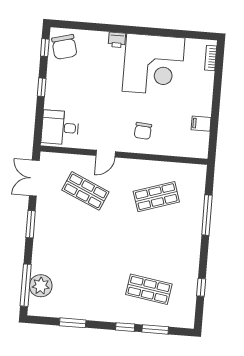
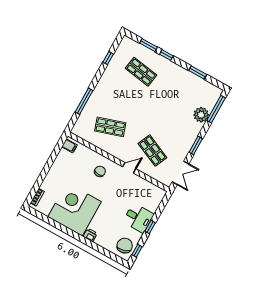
filing cabinet: (201, 124) -> (69, 146), moved
desk: (60, 128) -> (138, 218), moved
plant: (41, 286) -> (201, 115), moved

